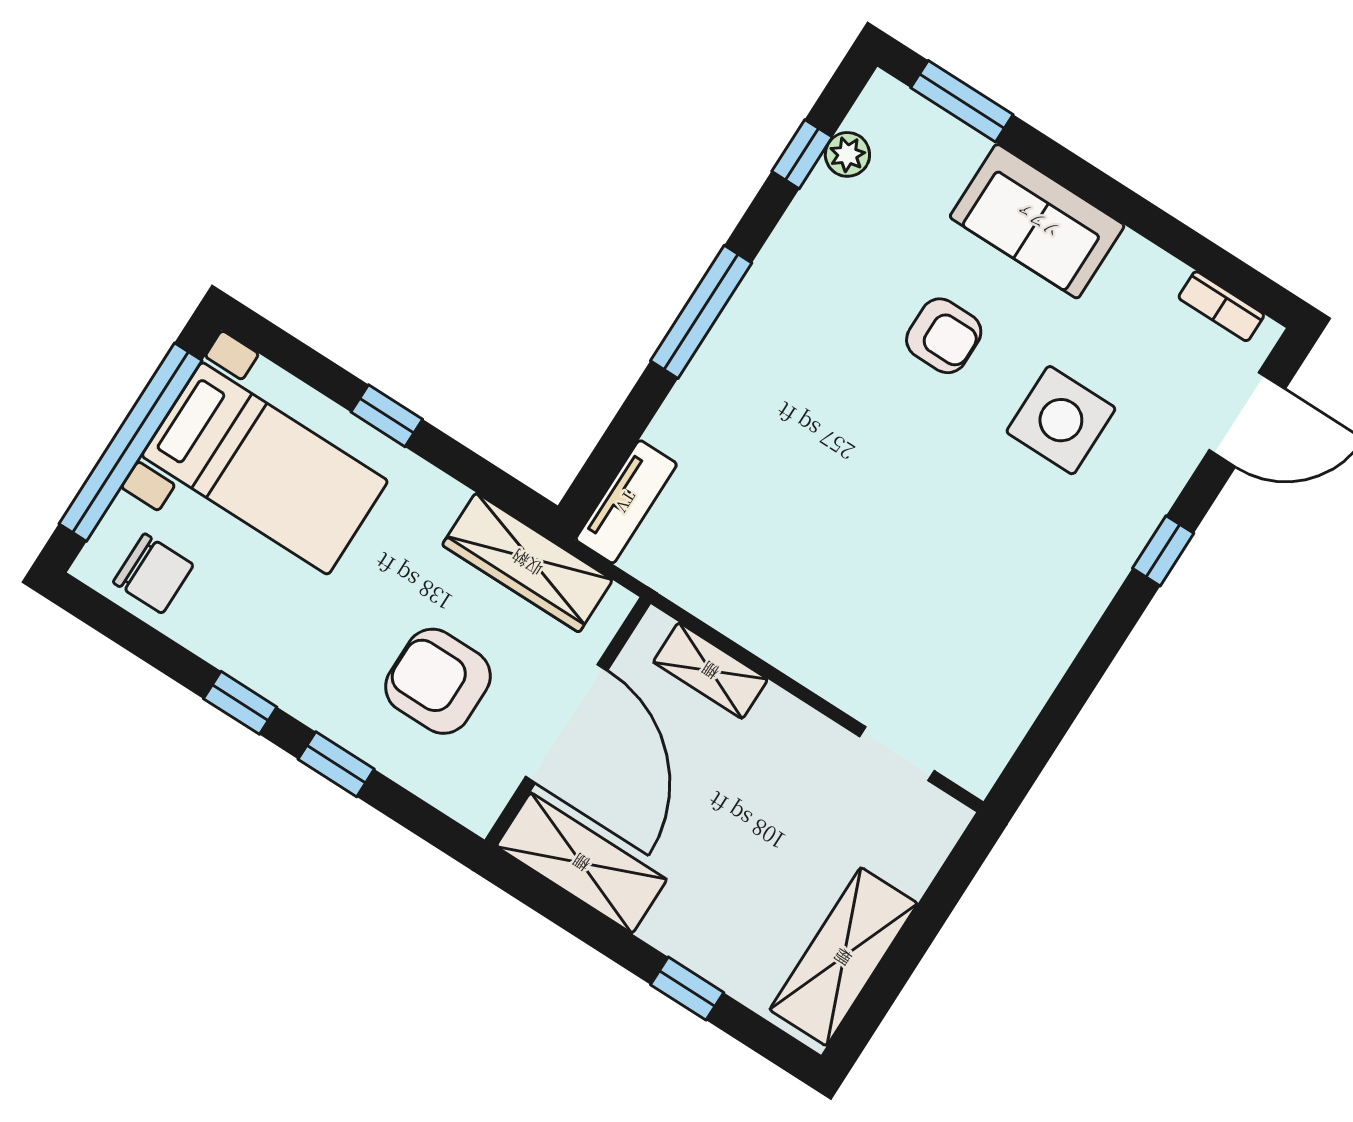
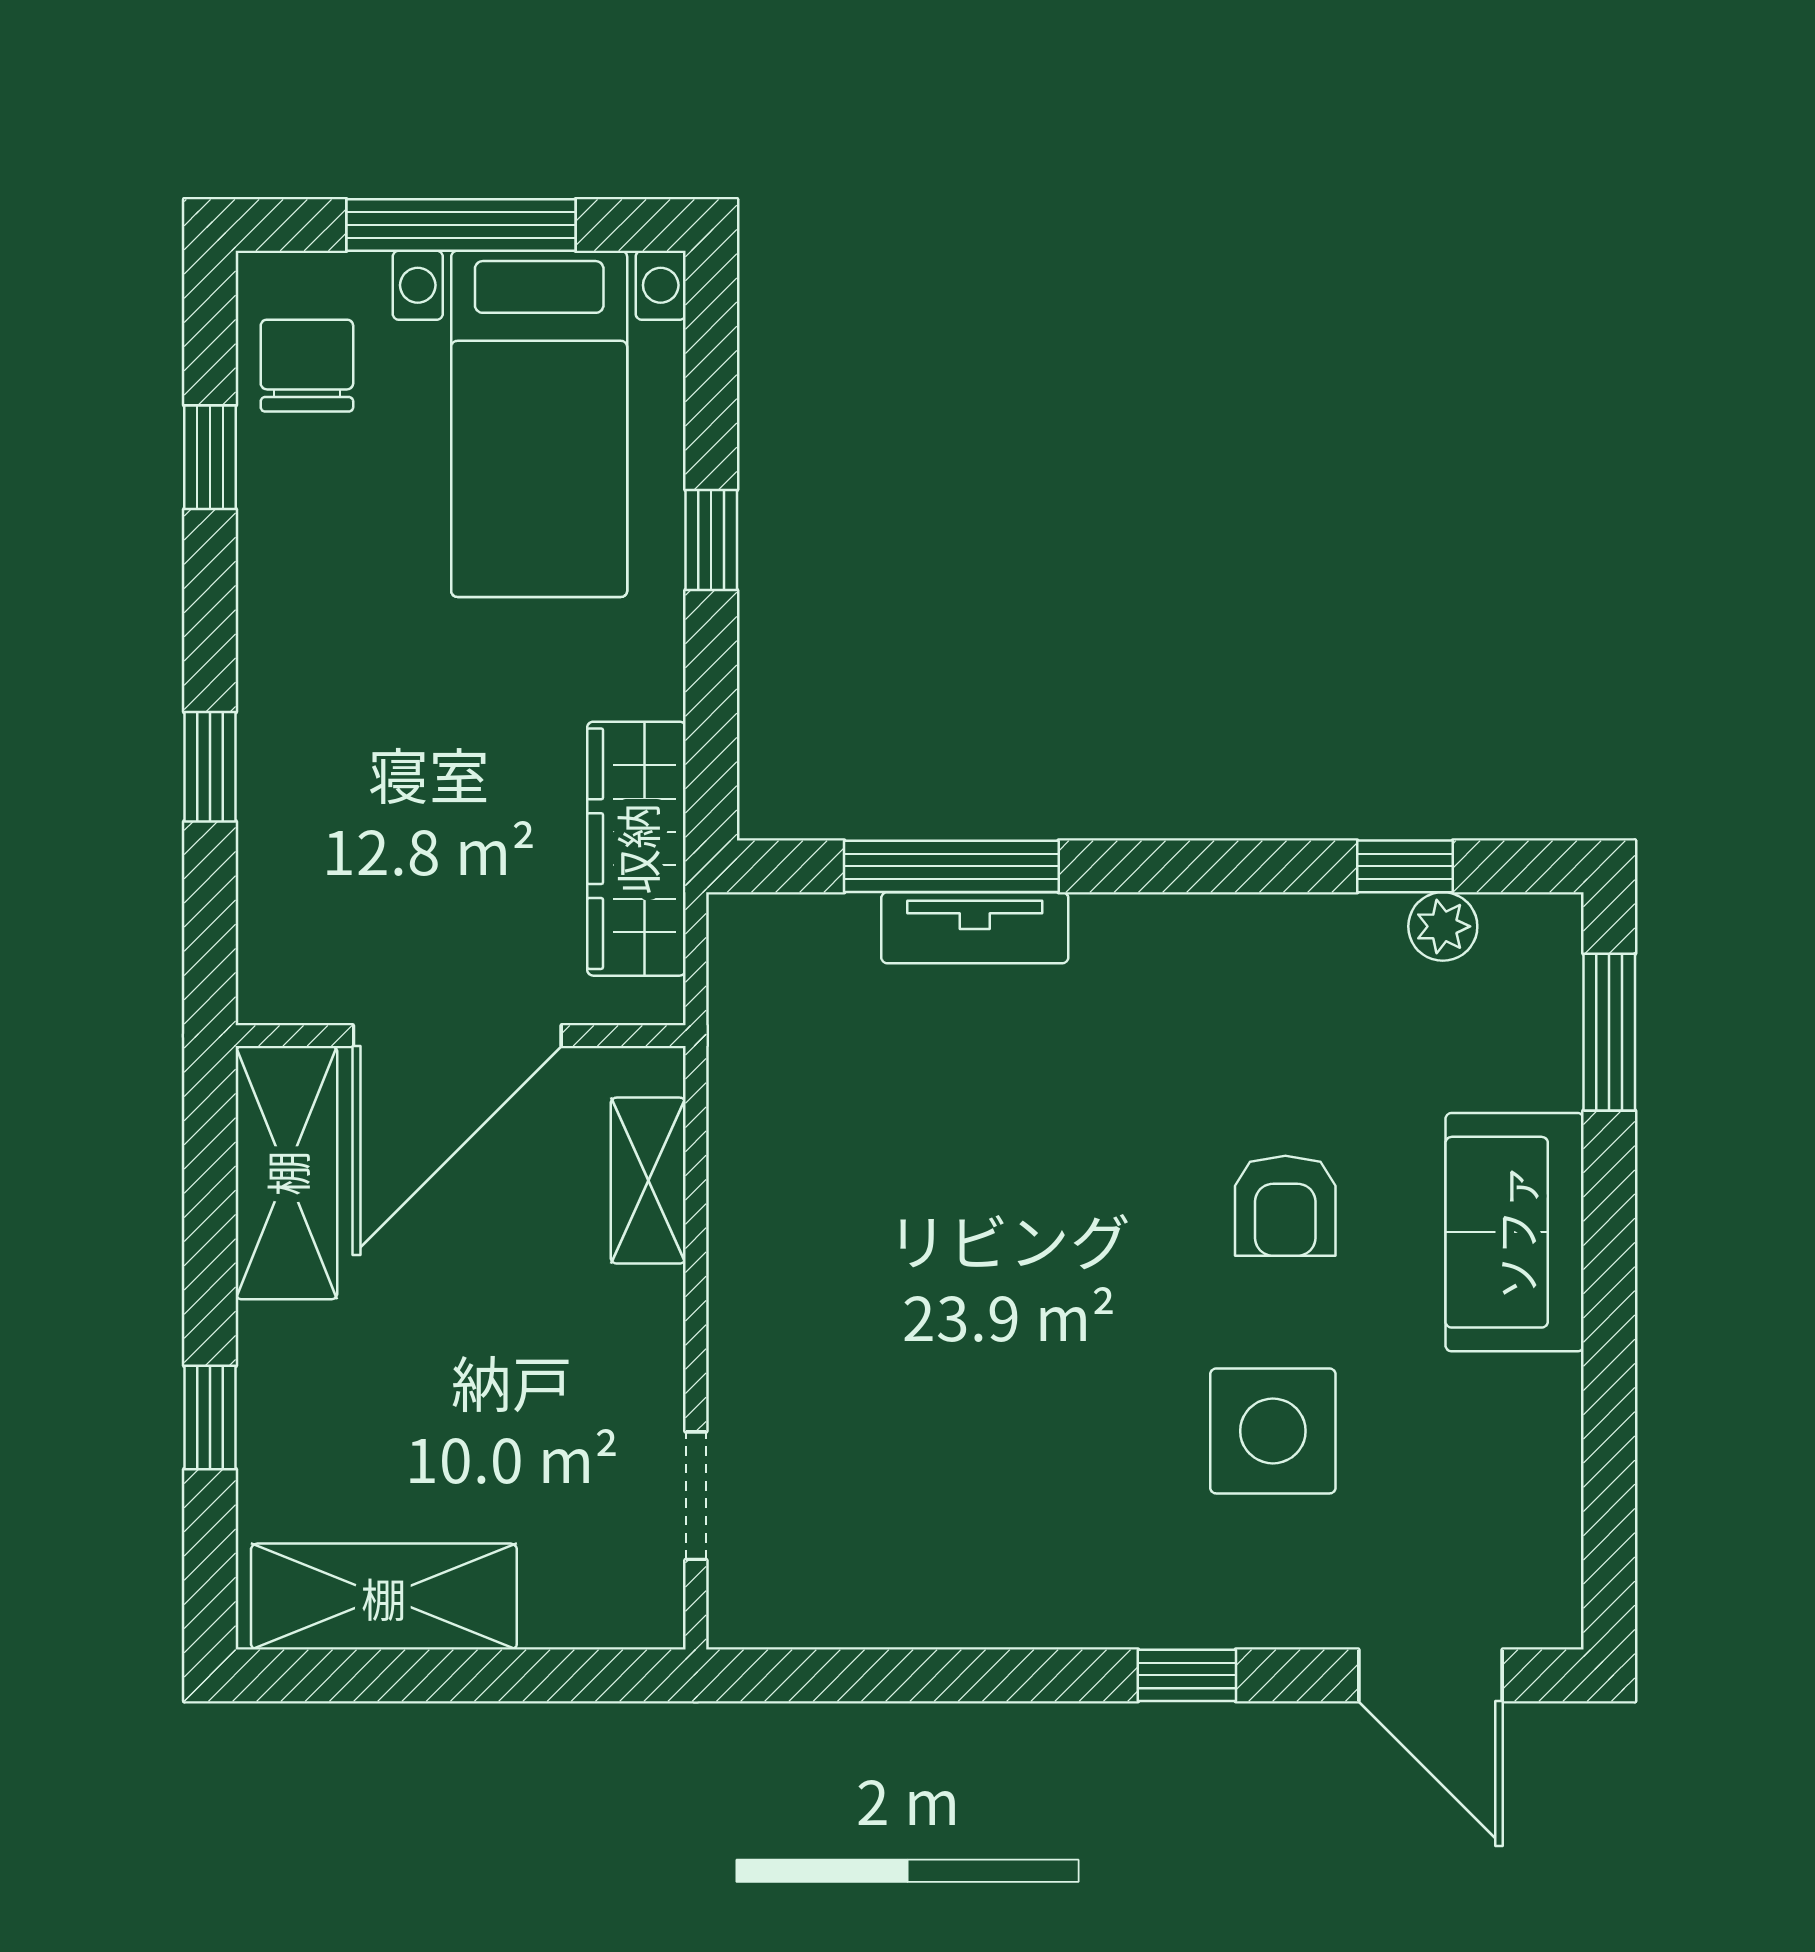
bookcase: (1221, 306) -> (1558, 1546), removed
window: (701, 312) -> (951, 866), moved
window: (131, 442) -> (461, 225), width x0.68
tv unit: (626, 502) -> (975, 928), moved
chair: (153, 574) -> (307, 366), turned 180
armchair: (438, 681) -> (405, 831), removed
window: (240, 703) -> (210, 457), moved

